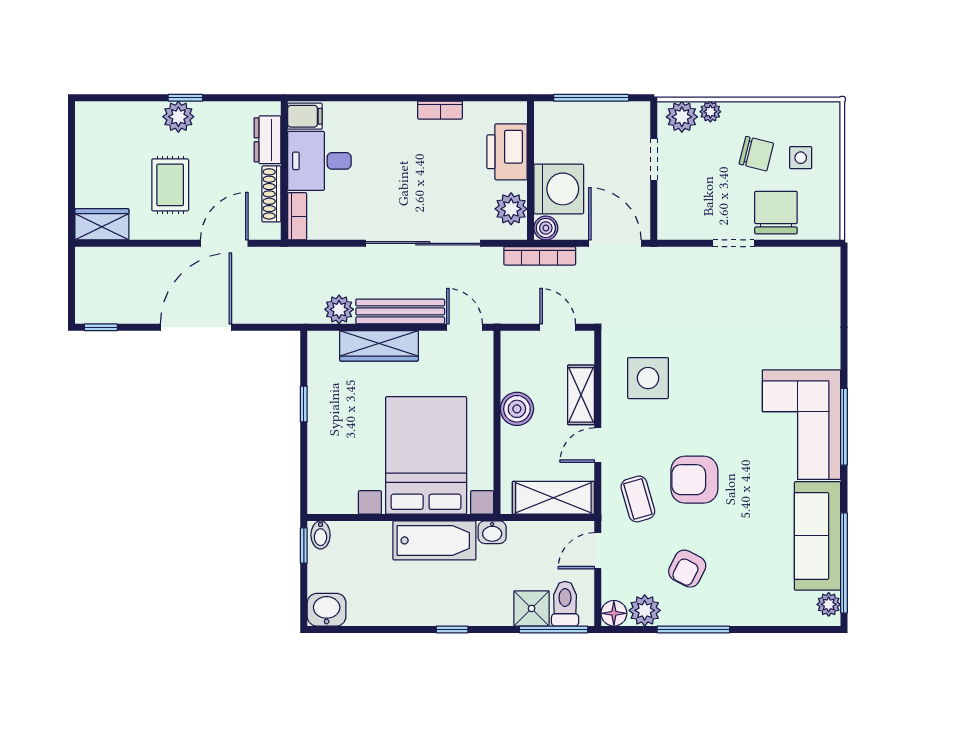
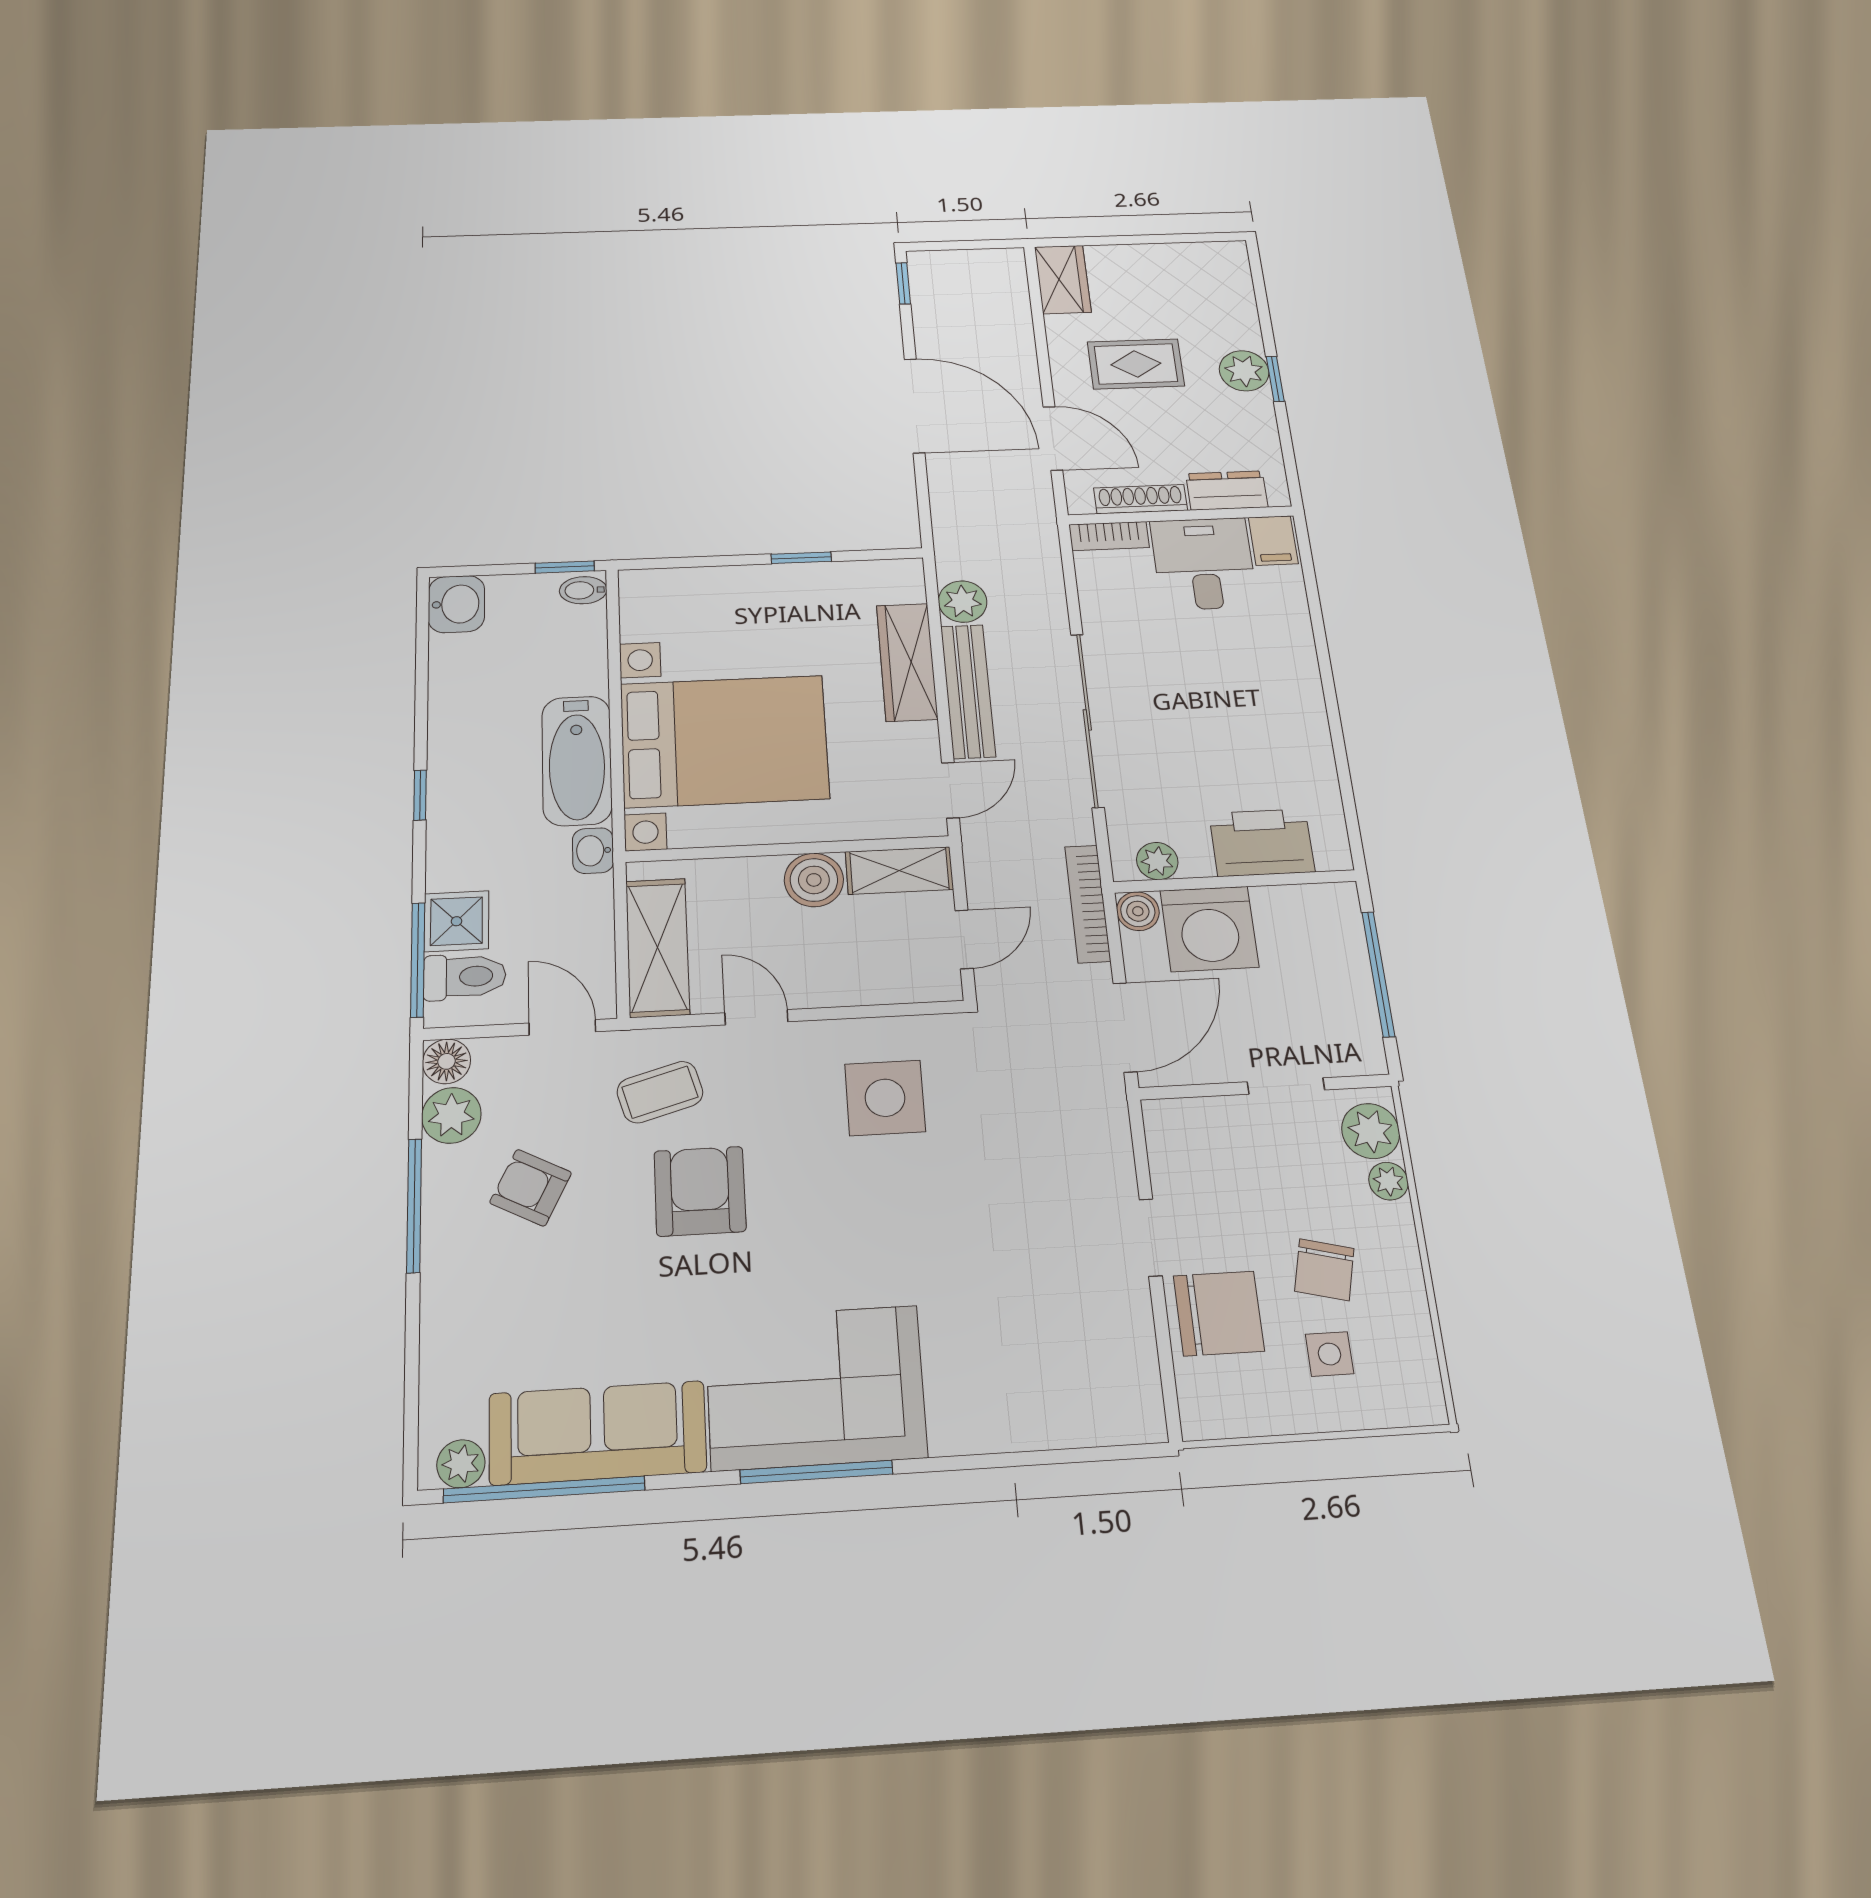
bookcase: (440, 110) -> (1316, 736), removed
plant: (511, 209) -> (1157, 861), width x0.73, depth x0.73
shelving: (581, 395) -> (899, 871), moved

